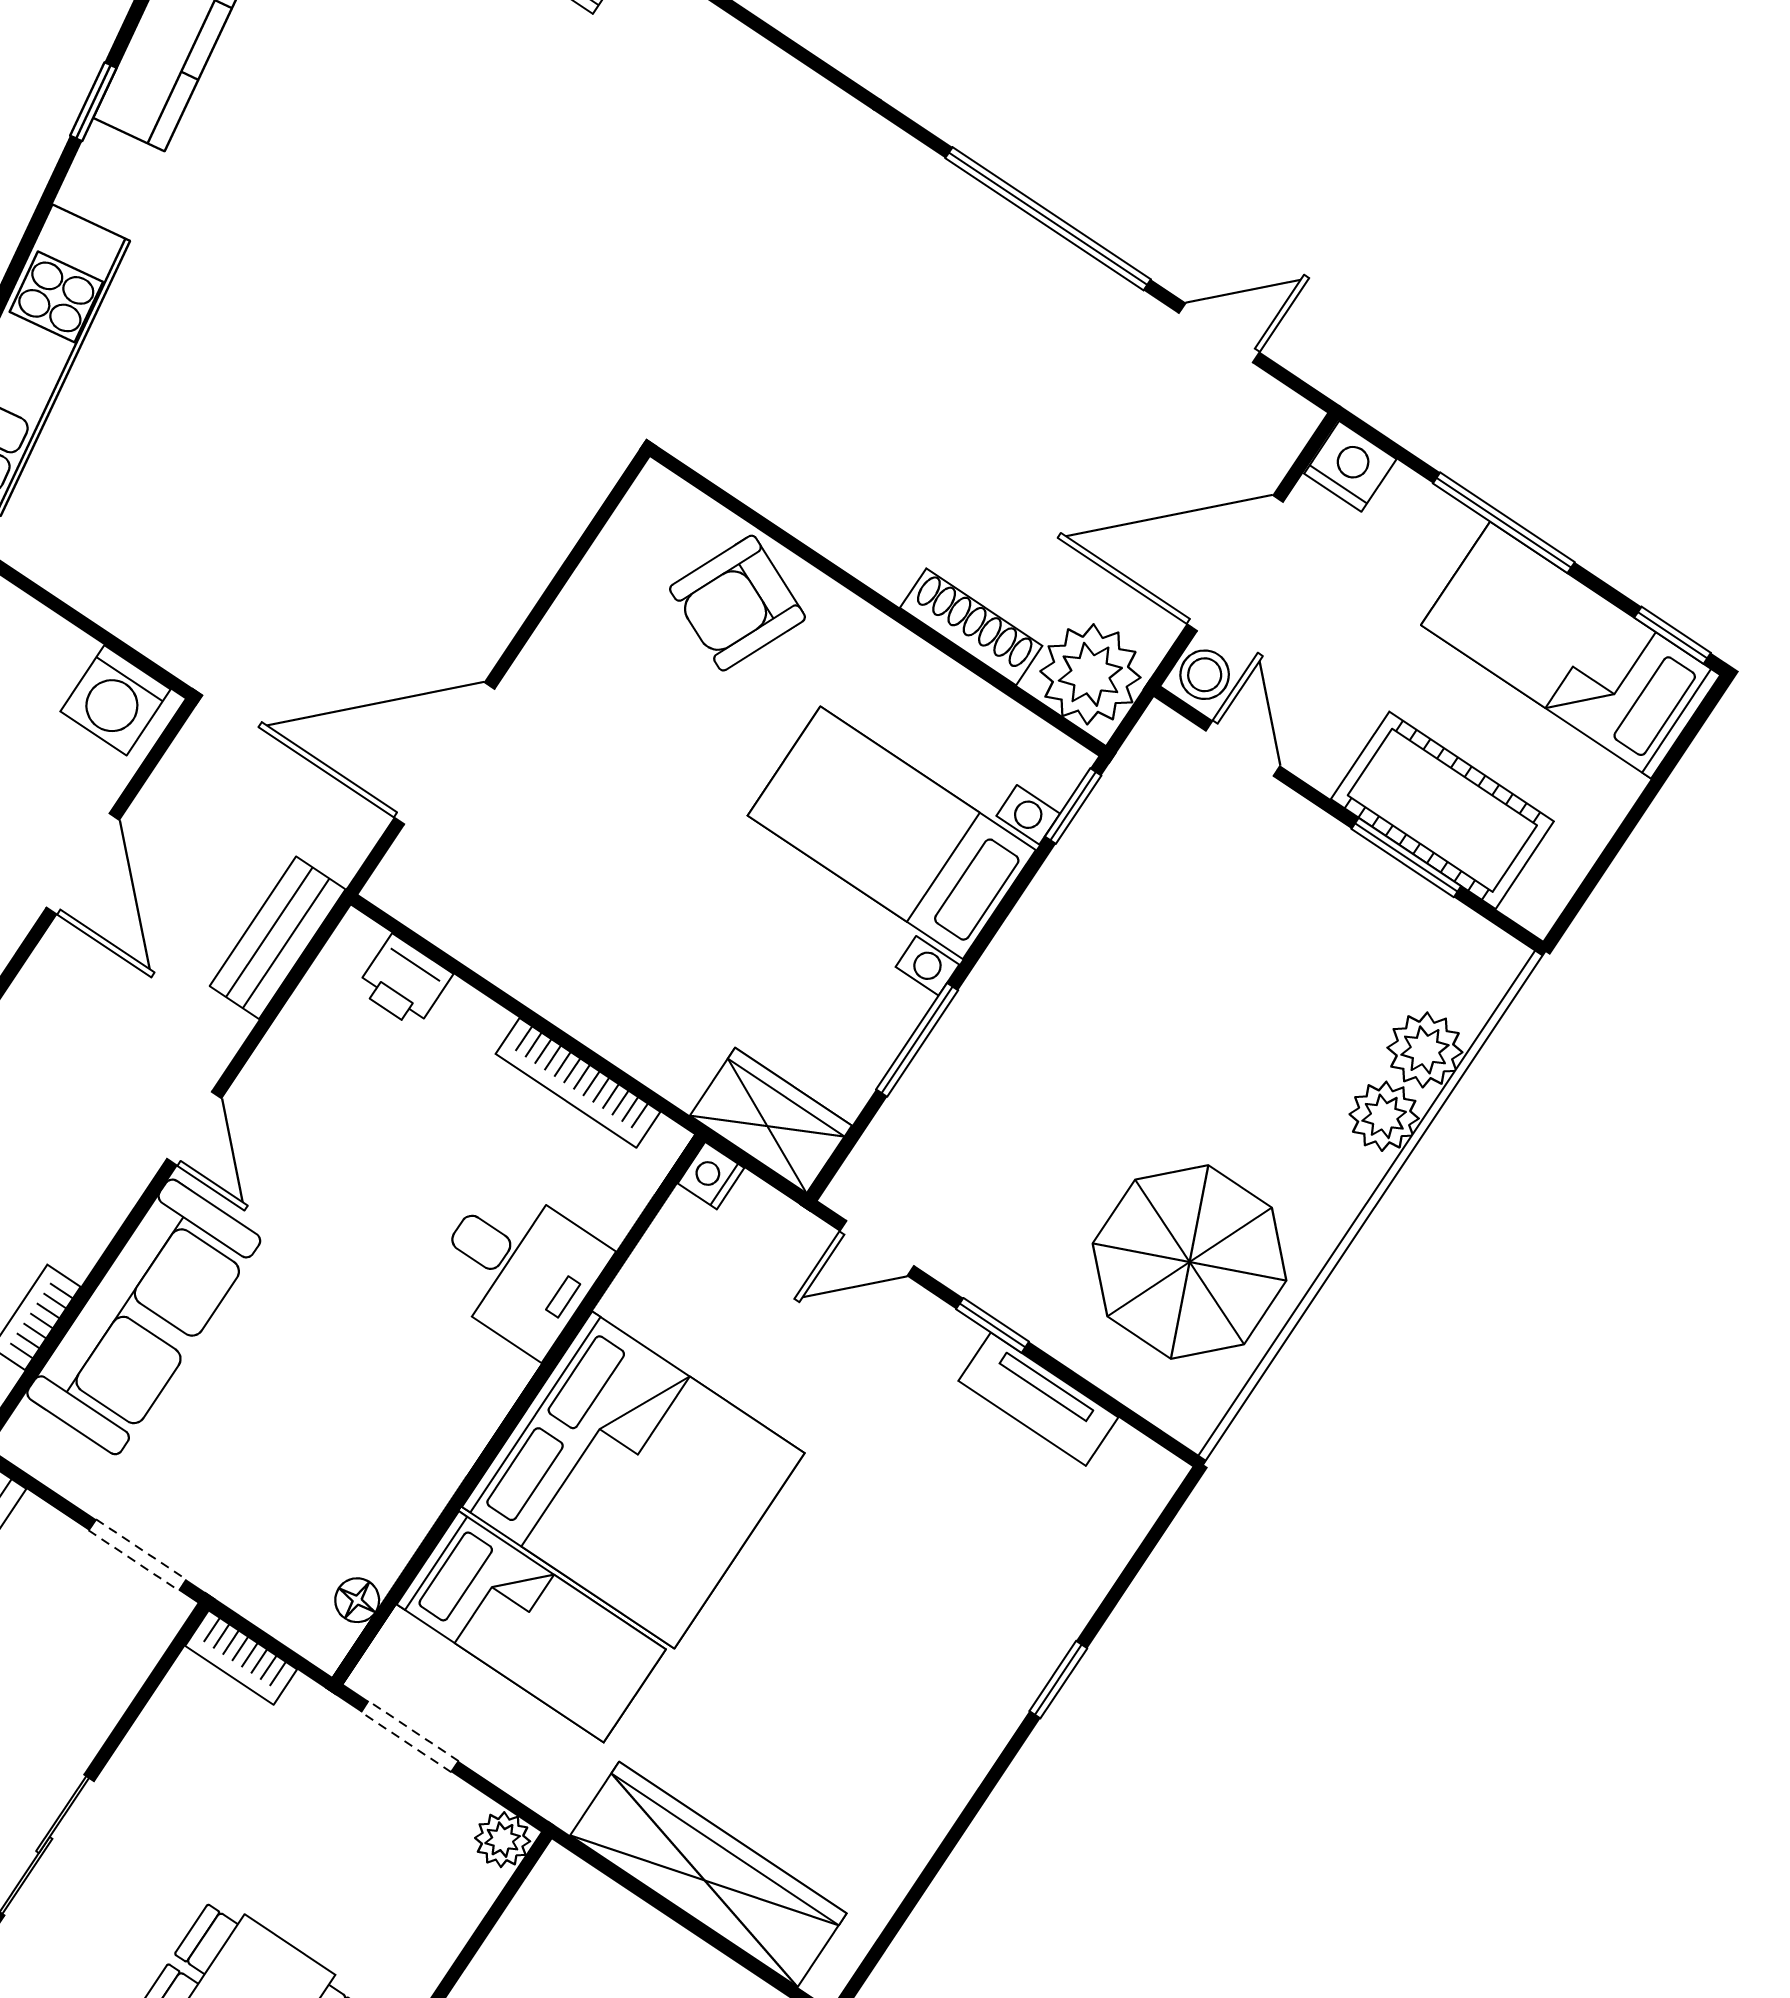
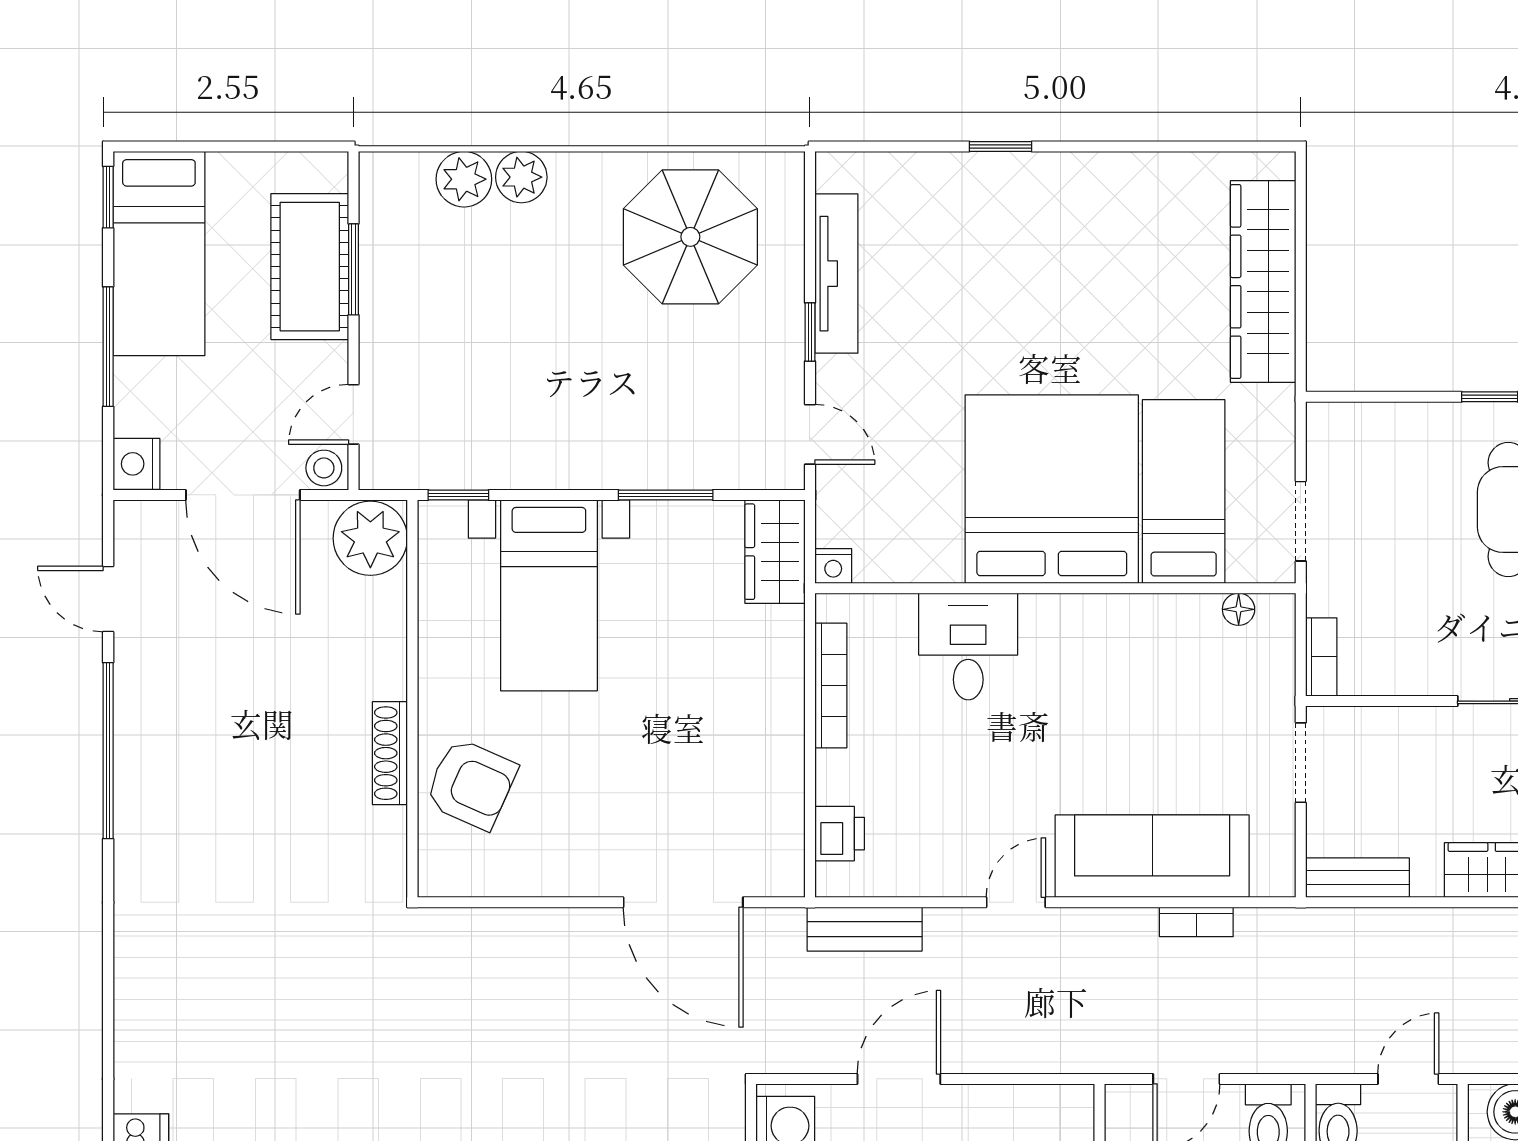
shoe rack: (971, 627) -> (390, 753), moved
tv unit: (1038, 1399) -> (836, 274), width x1.41
plant: (503, 1840) -> (1326, 422), removed

